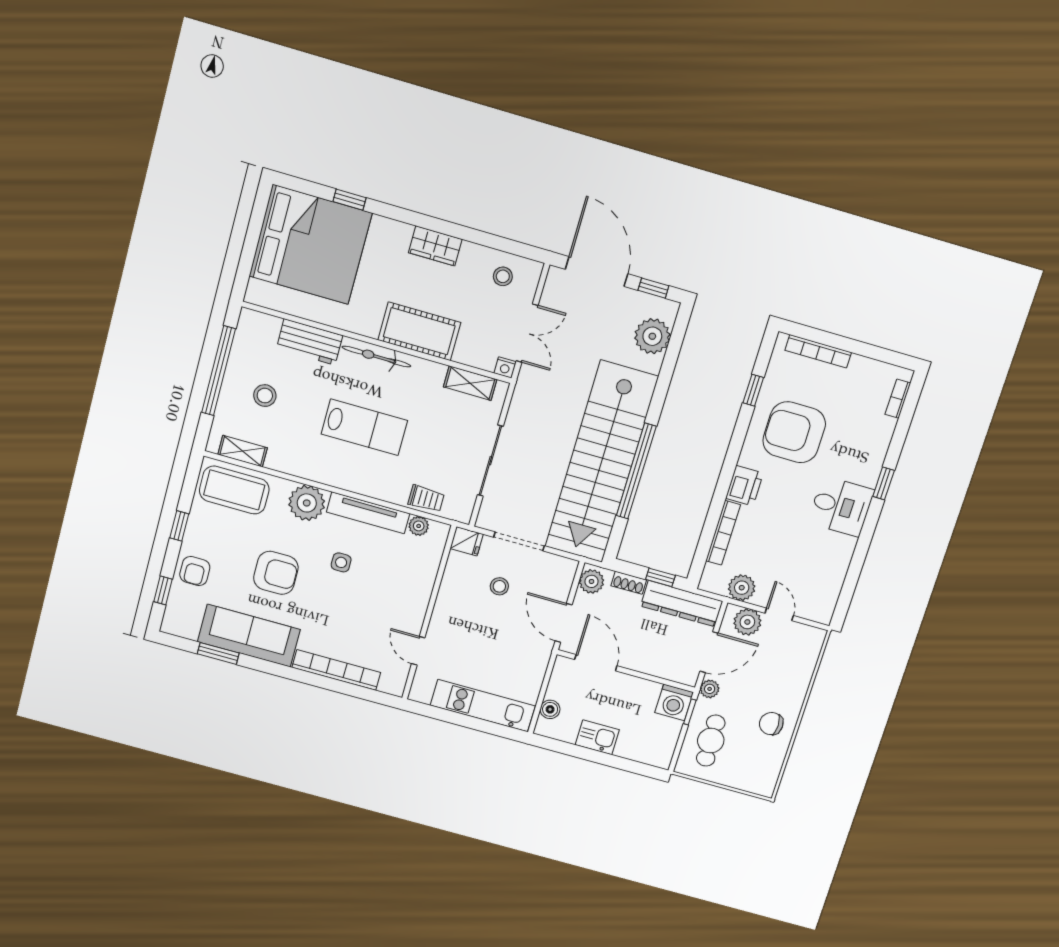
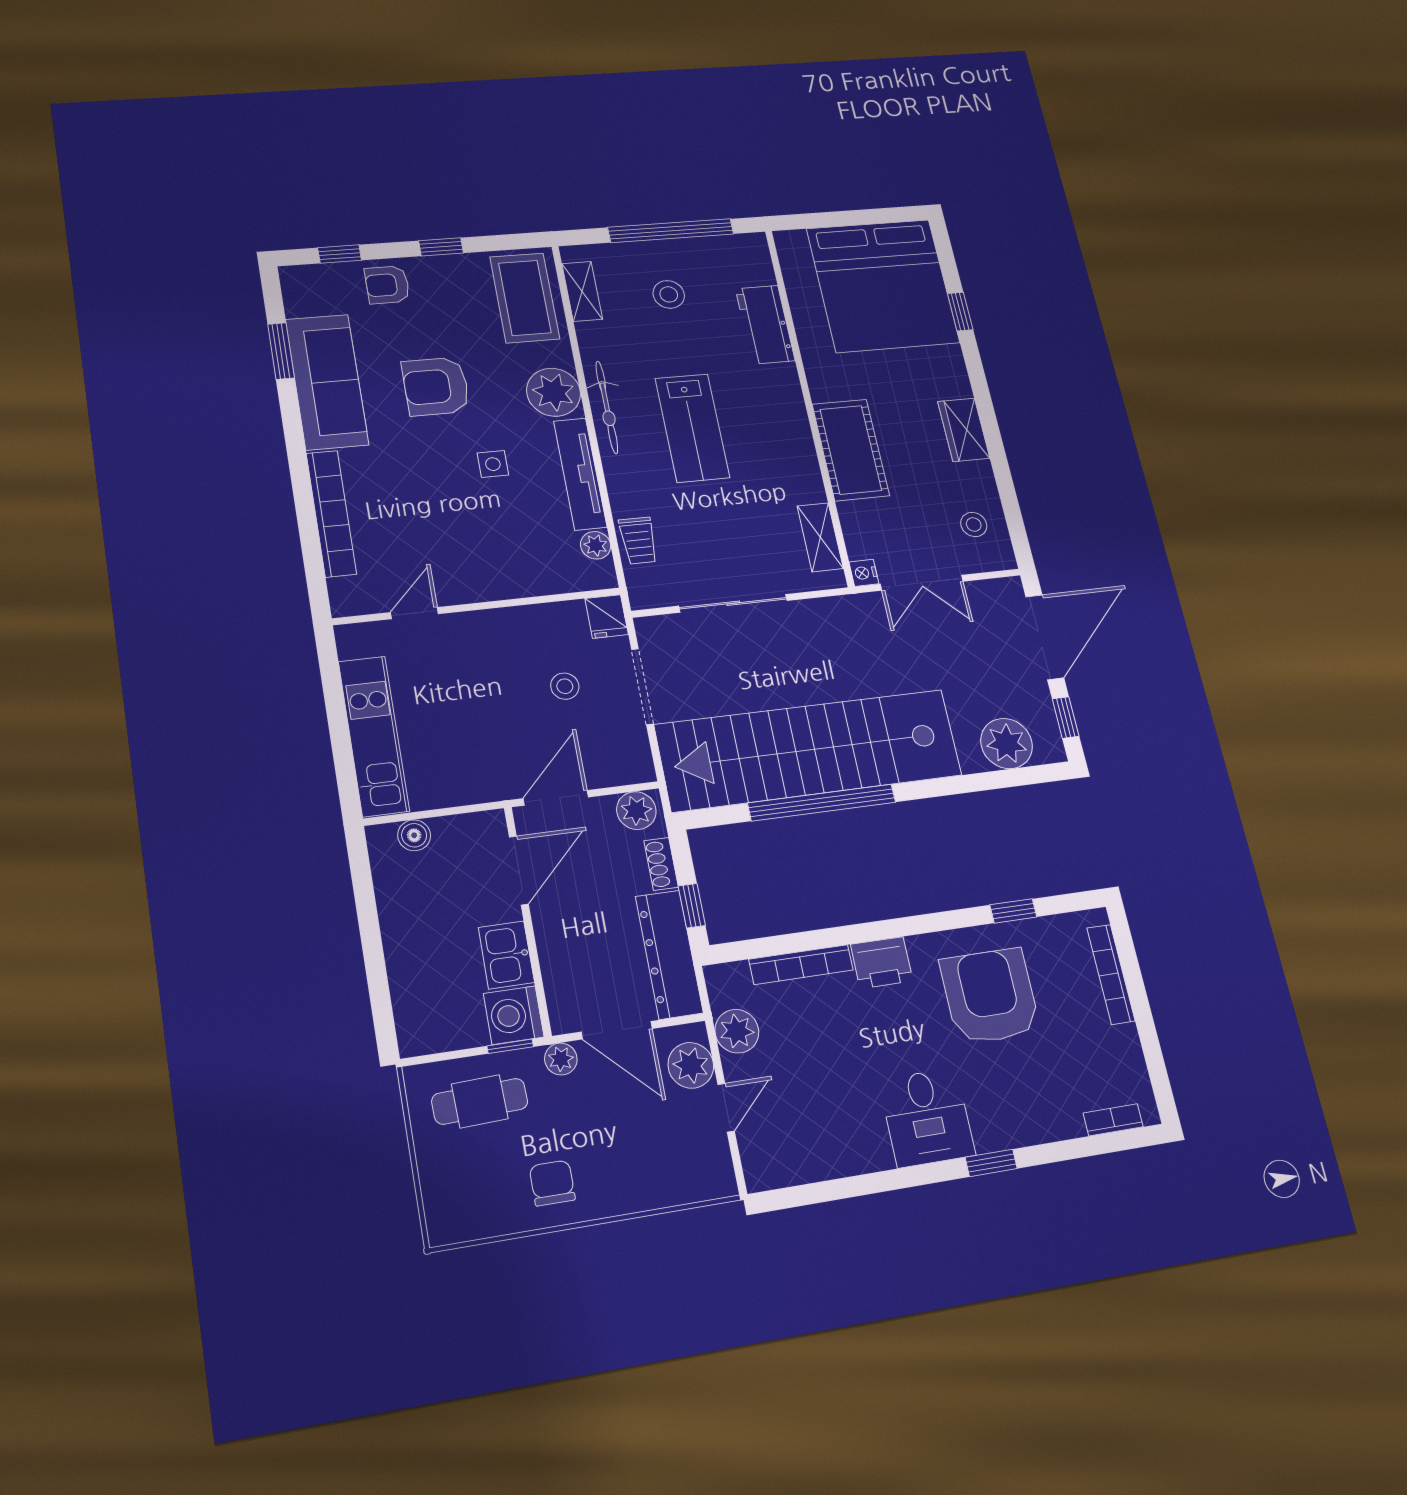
bicycle: (376, 357) -> (607, 407), moved, turned 180
armchair: (276, 573) -> (436, 386), turned 90
kitchen sink: (597, 737) -> (506, 955), moved, turned 180

